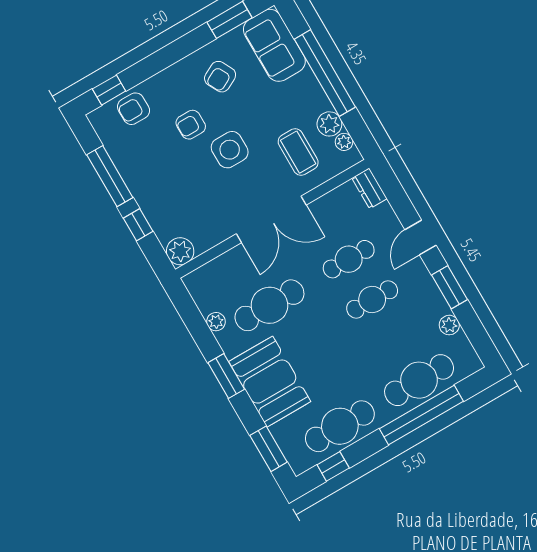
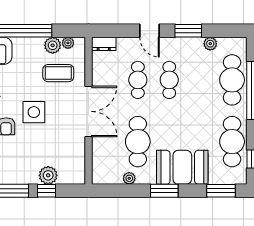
plant: (180, 251) -> (48, 175), moved

